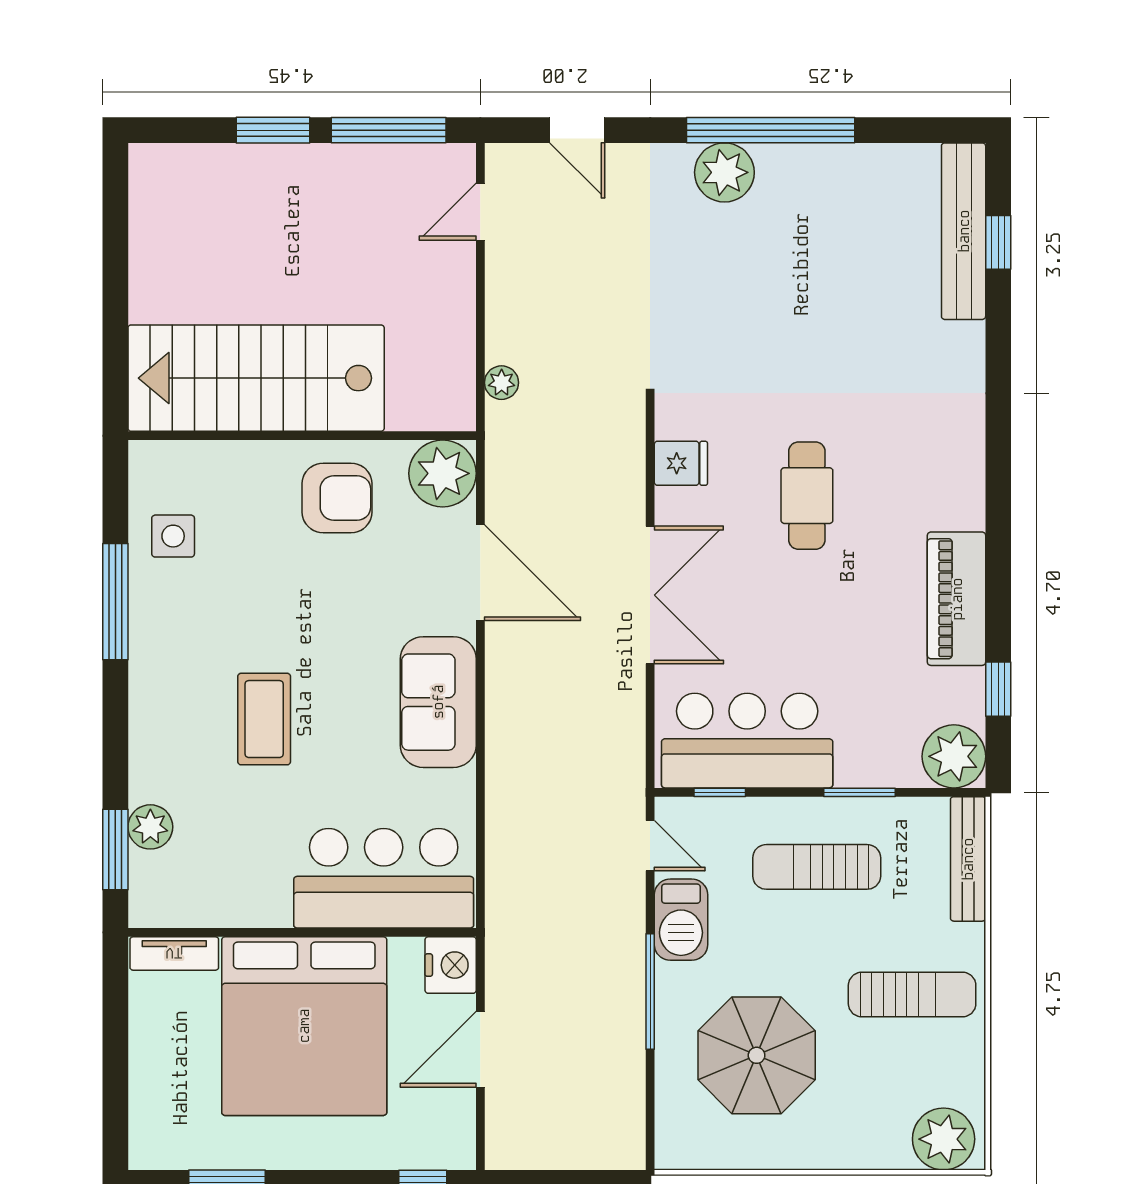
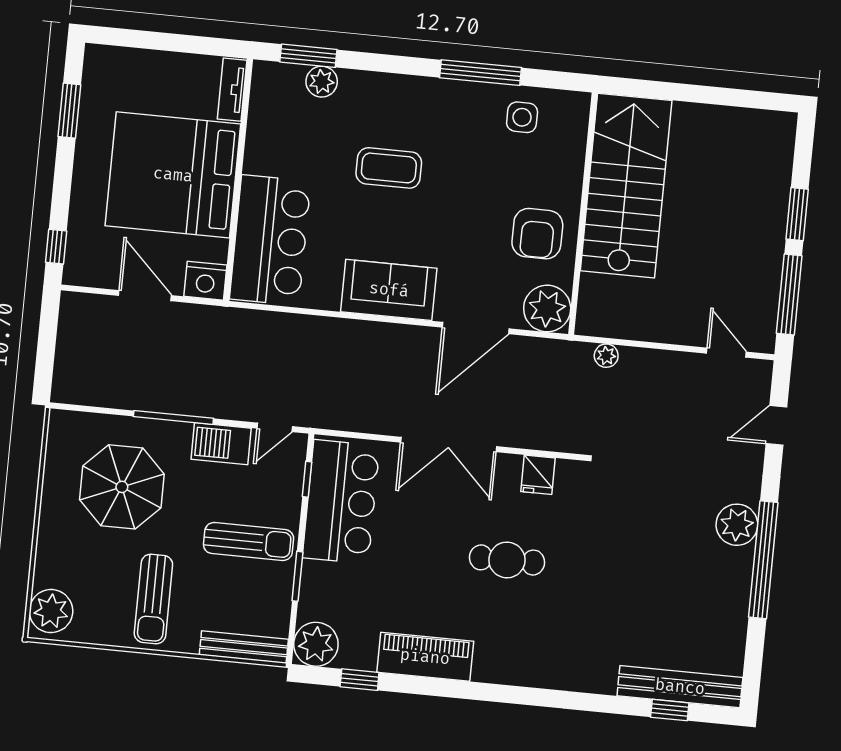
sun lounger: (817, 867) -> (249, 542), turned 90

